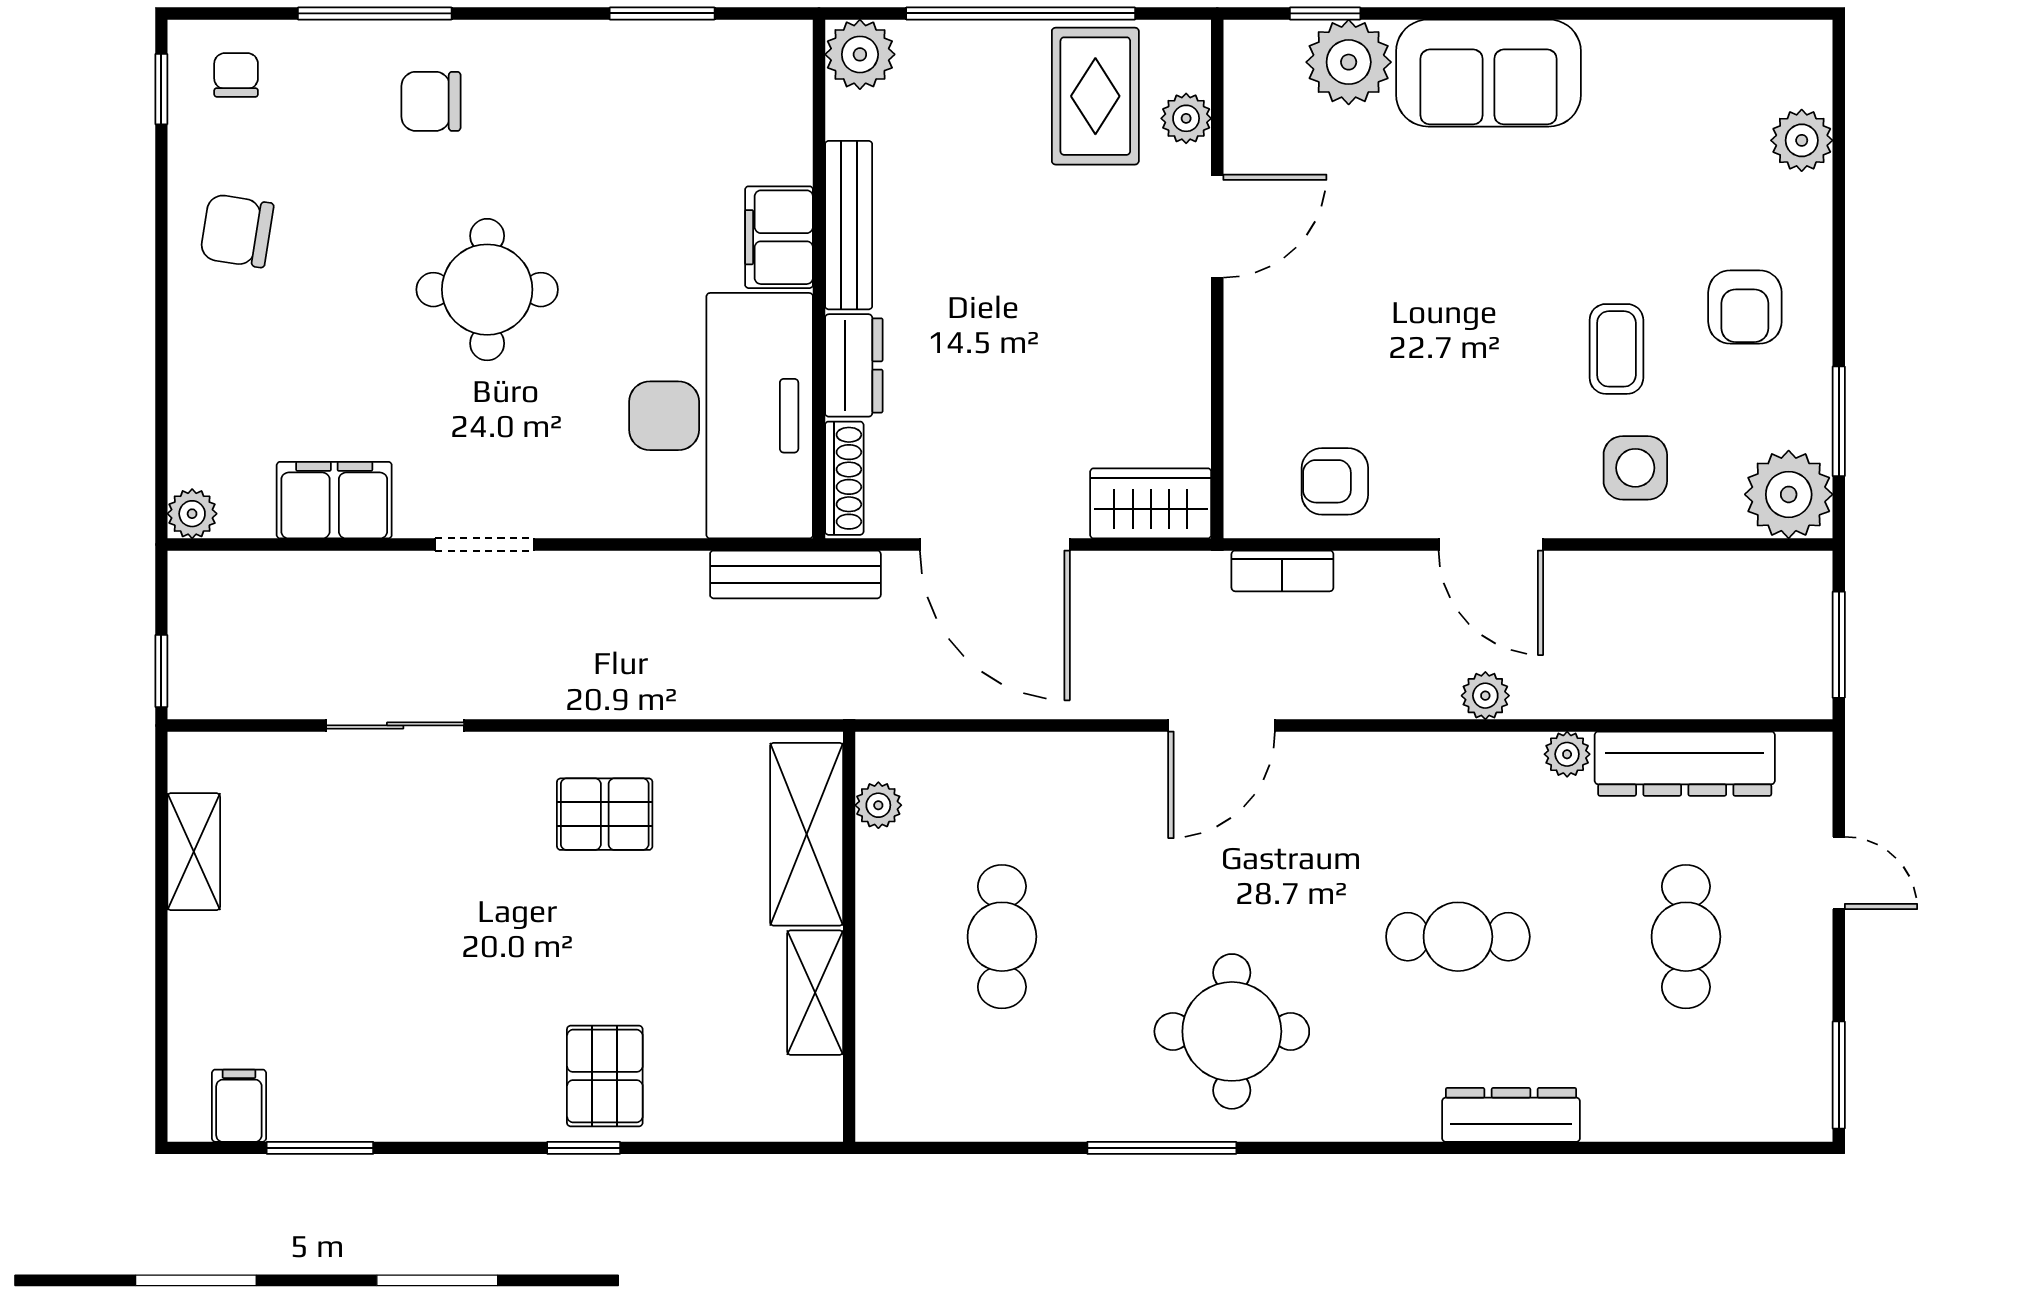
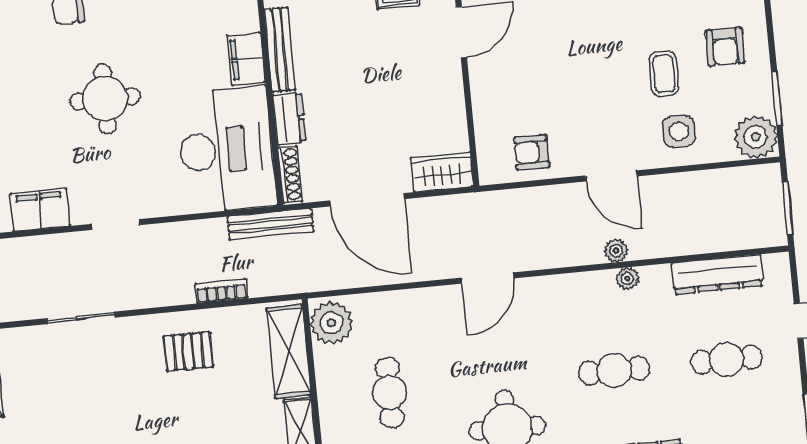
bookcase: (1282, 571) -> (221, 291), moved, turned 180
plant: (1567, 754) -> (627, 279), moved
plant: (878, 805) -> (331, 323), width x1.87, depth x1.87
cafe table: (1686, 937) -> (726, 360), turned 90

